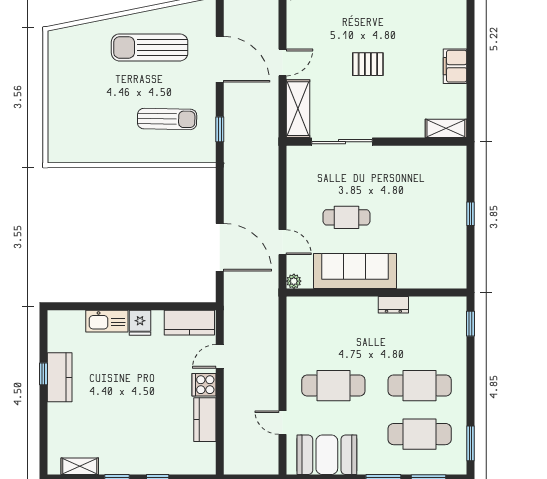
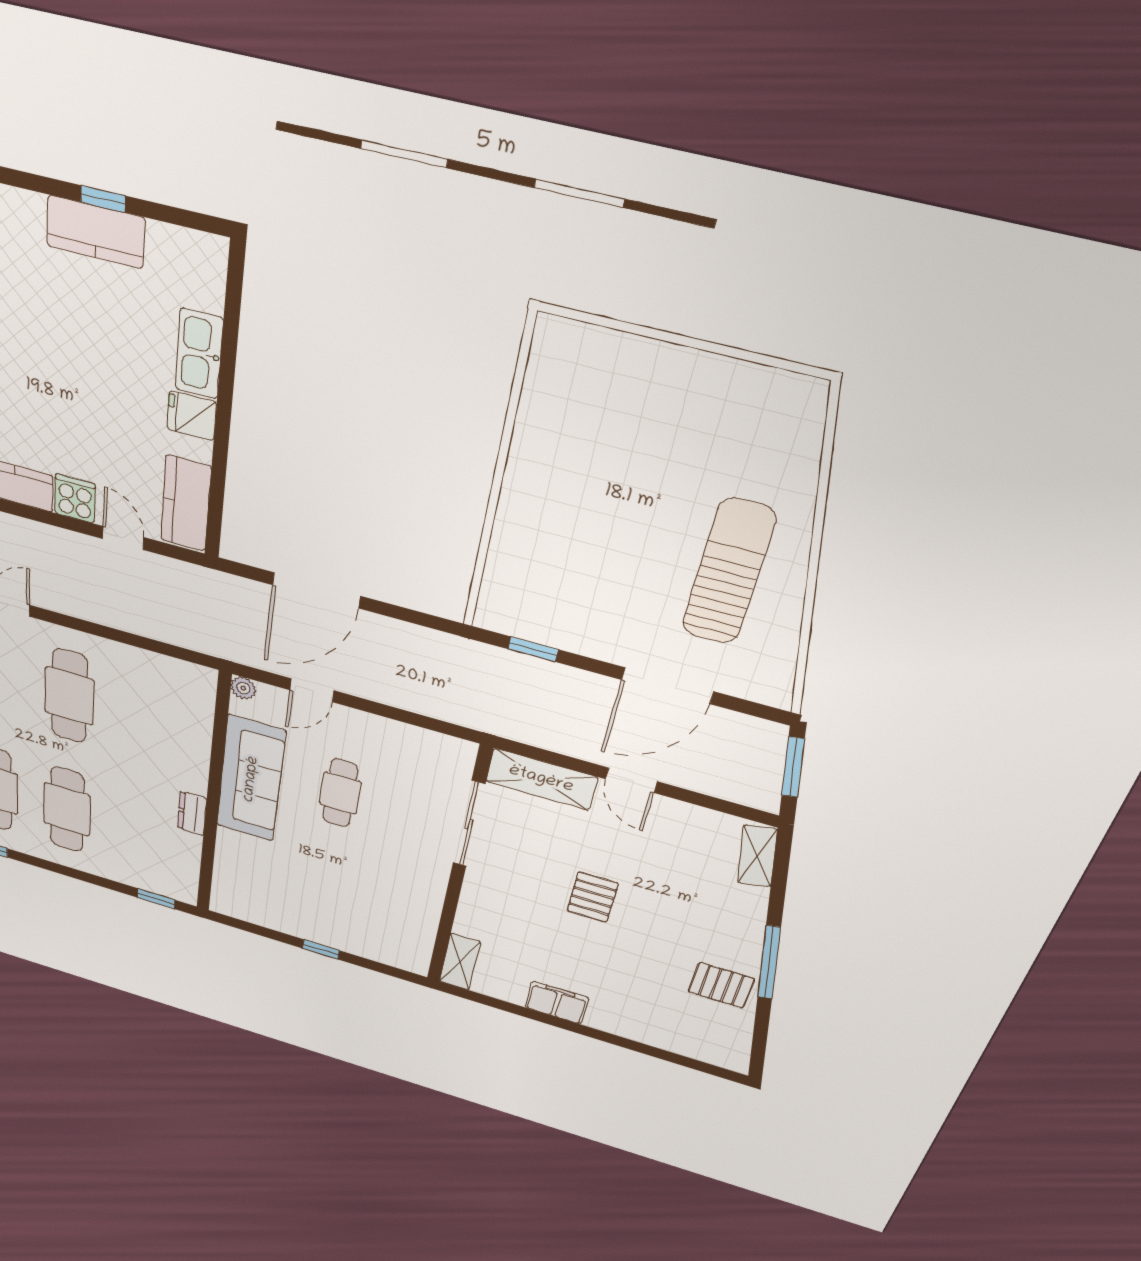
sun lounger: (167, 119) -> (575, 566), removed

